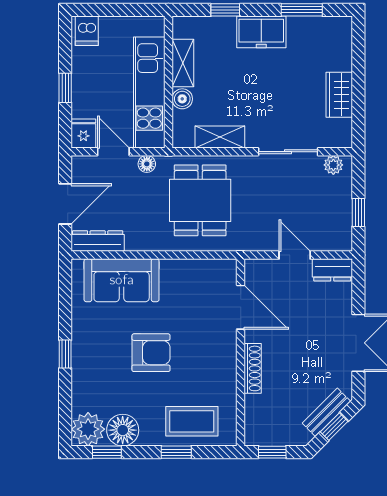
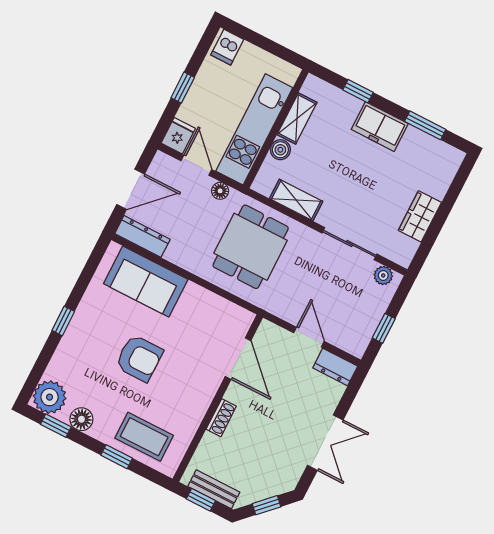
shoe rack: (253, 368) -> (221, 418), width x0.70
bench: (326, 412) -> (214, 489), moved, turned 45
floor lamp: (123, 430) -> (81, 419), width x0.73, depth x0.73

